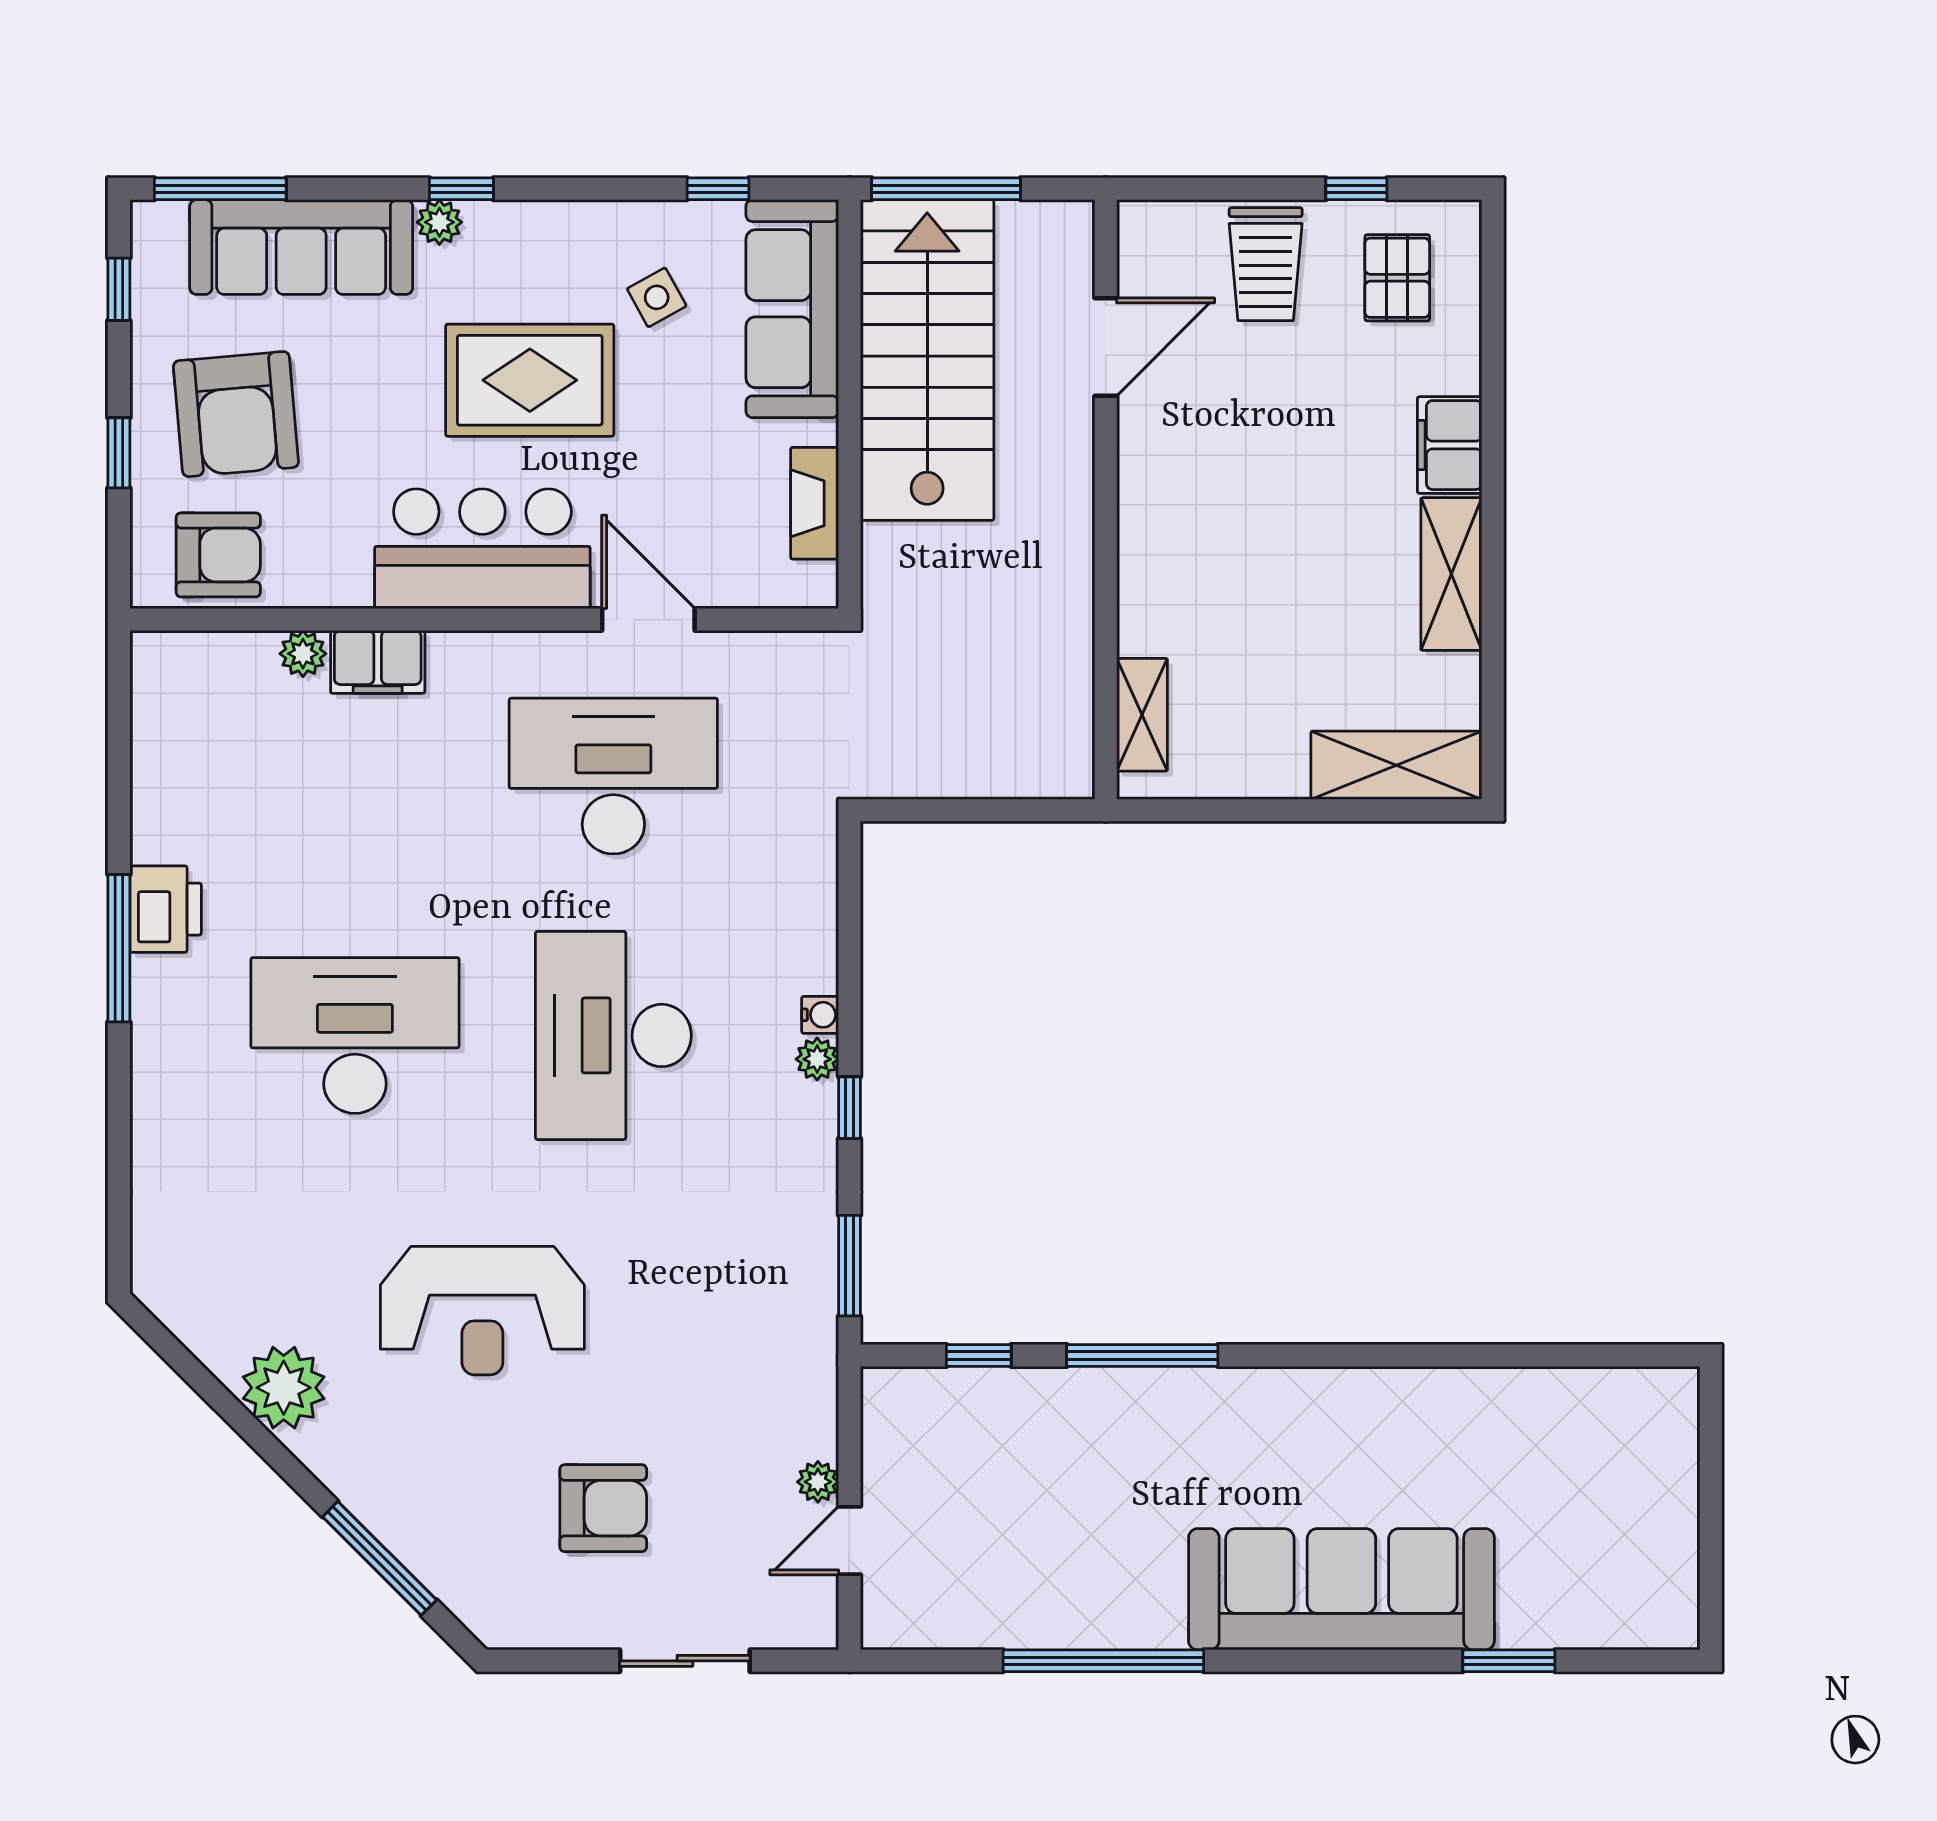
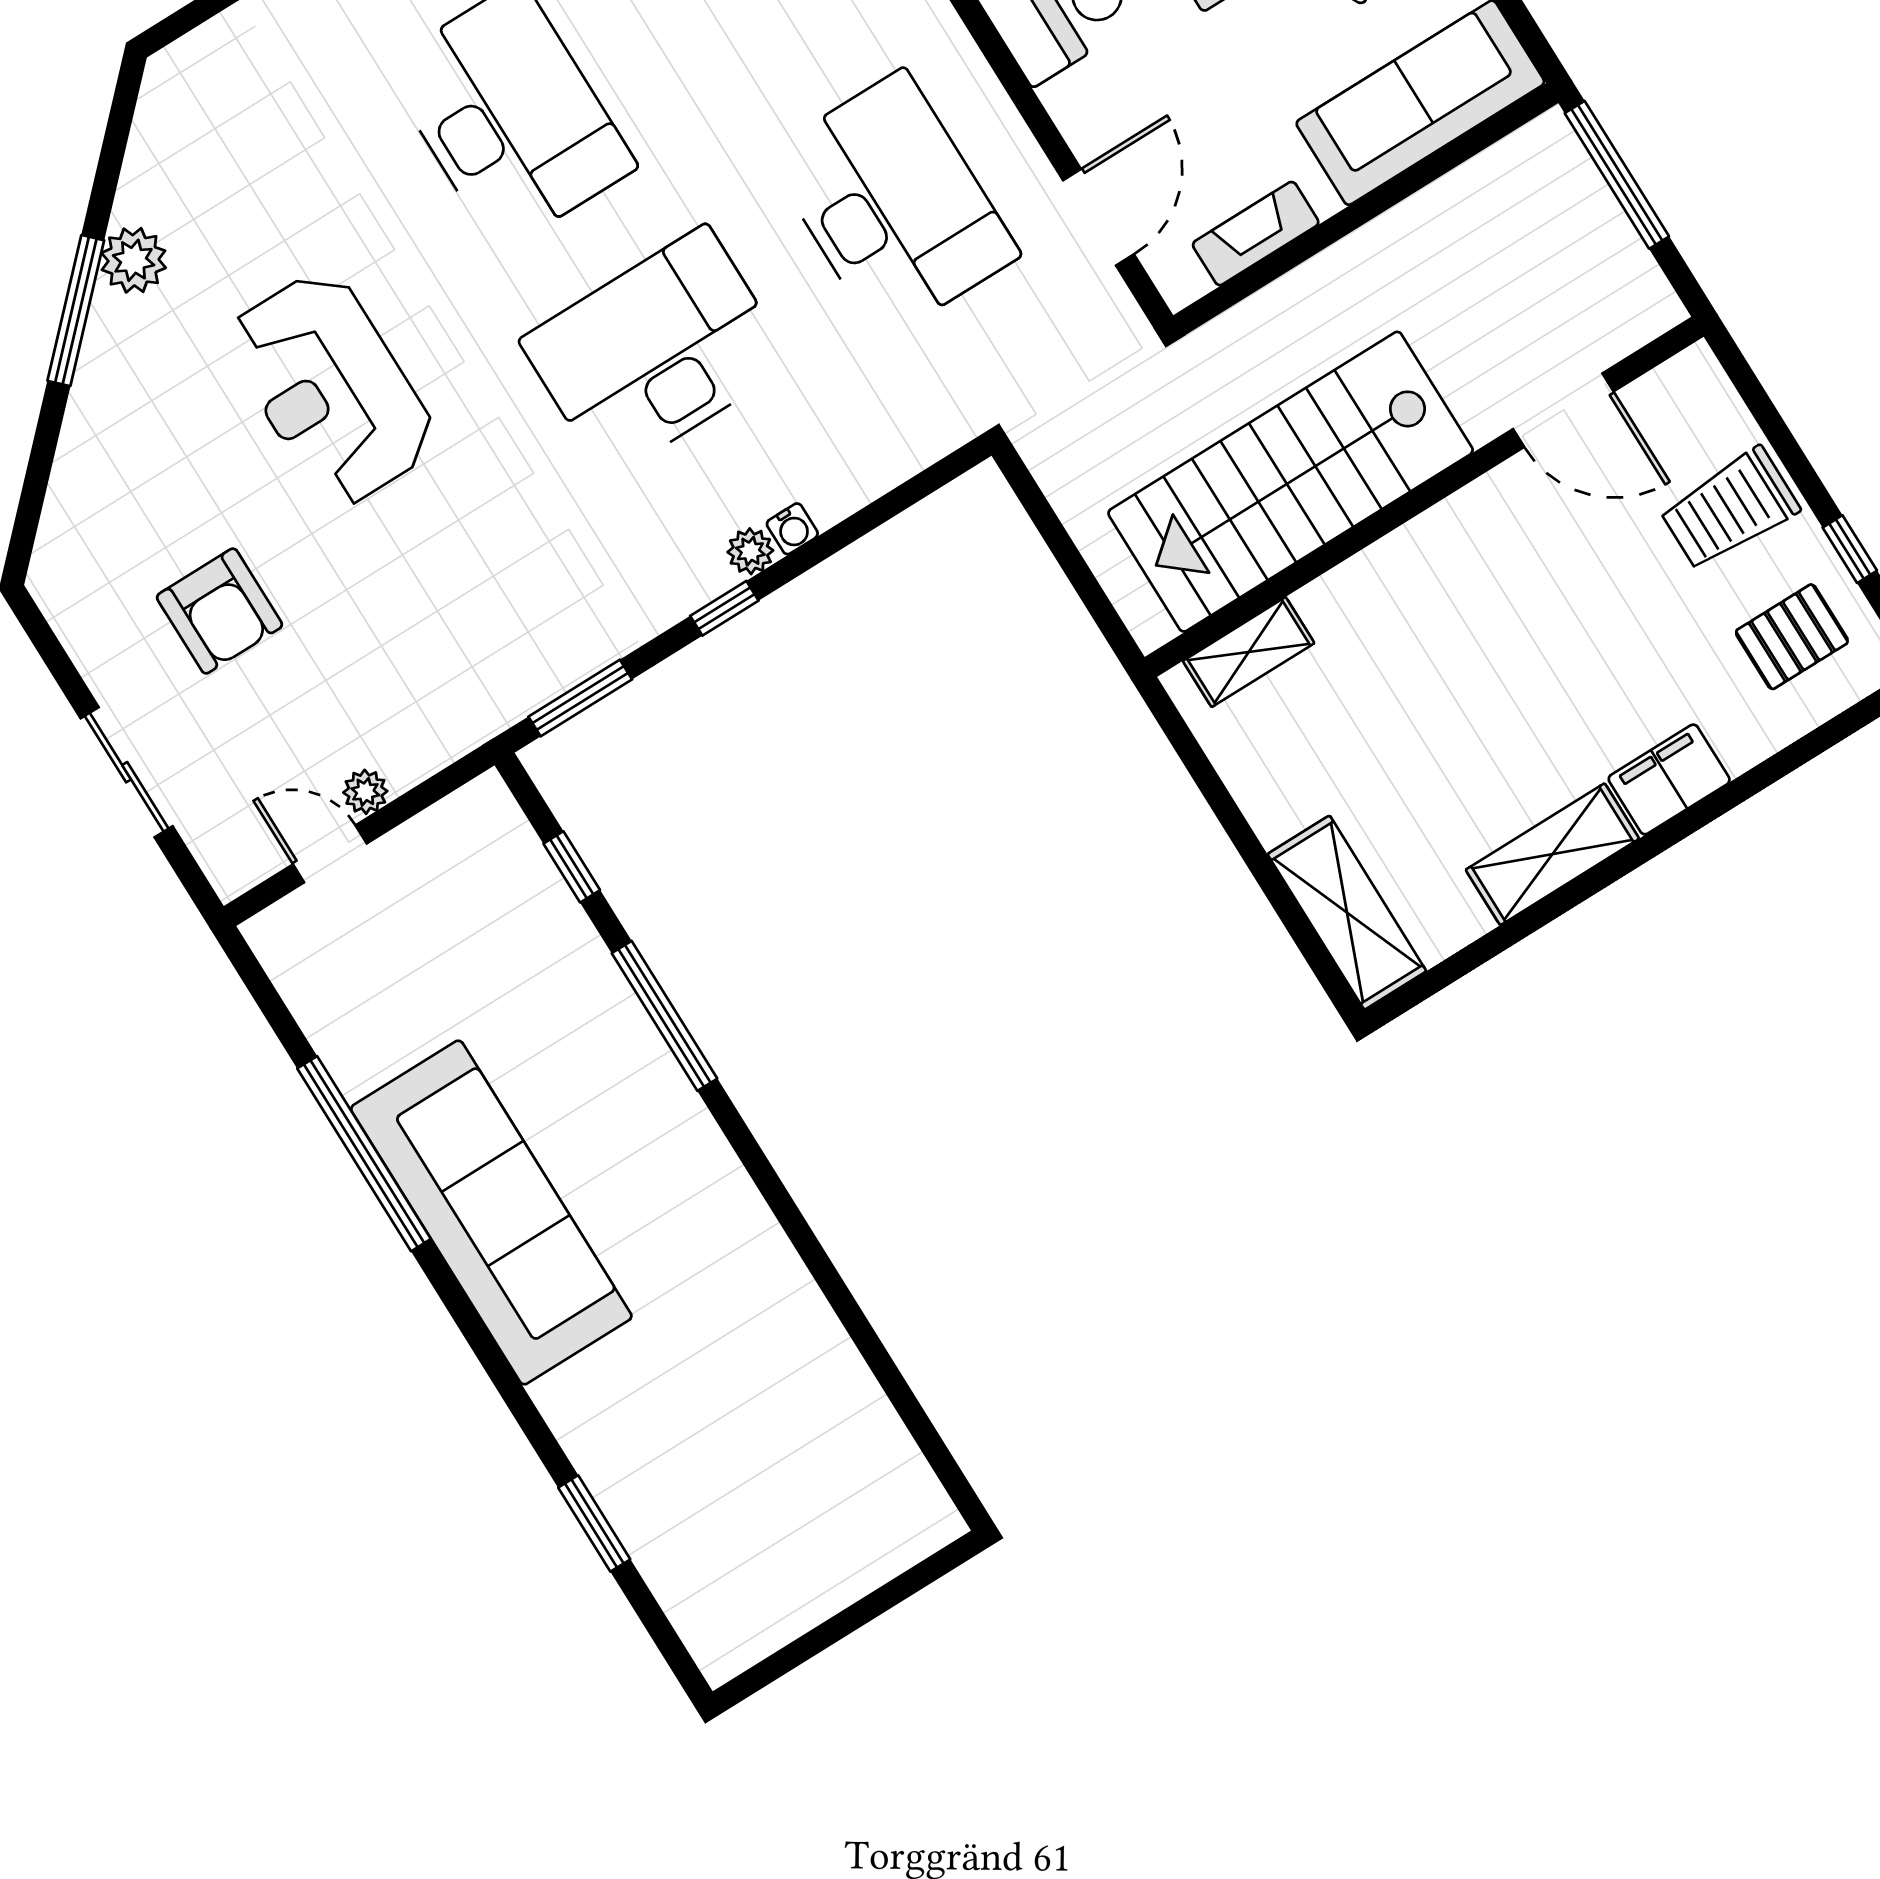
stairs: (927, 360) -> (1291, 482), moved, turned 180
door: (648, 620) -> (1098, 217), moved
plant: (284, 1388) -> (134, 260), width x0.73, depth x0.73
window: (380, 1558) -> (76, 311), moved
sofa: (1341, 1589) -> (491, 1213), moved

